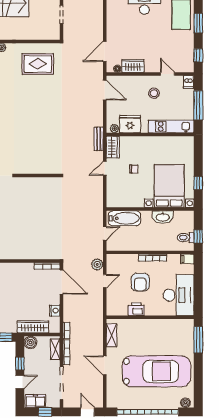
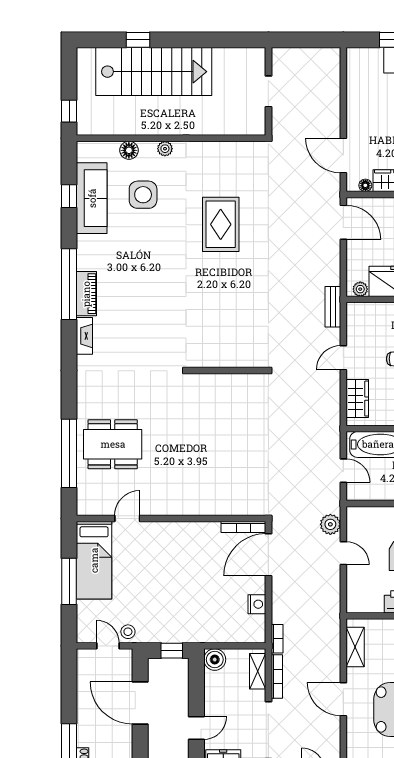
door: (105, 51) -> (343, 156), hinge flipped
rug: (38, 64) -> (221, 224), moved, turned 90
wardrobe: (113, 147) -> (357, 399), moved
door: (105, 233) -> (343, 471), hinge flipped
door: (105, 281) -> (343, 553), hinge flipped
door: (61, 282) -> (268, 555), swing flipped
wardrobe: (33, 327) -> (219, 633), removed
window: (20, 364) -> (196, 696), removed

